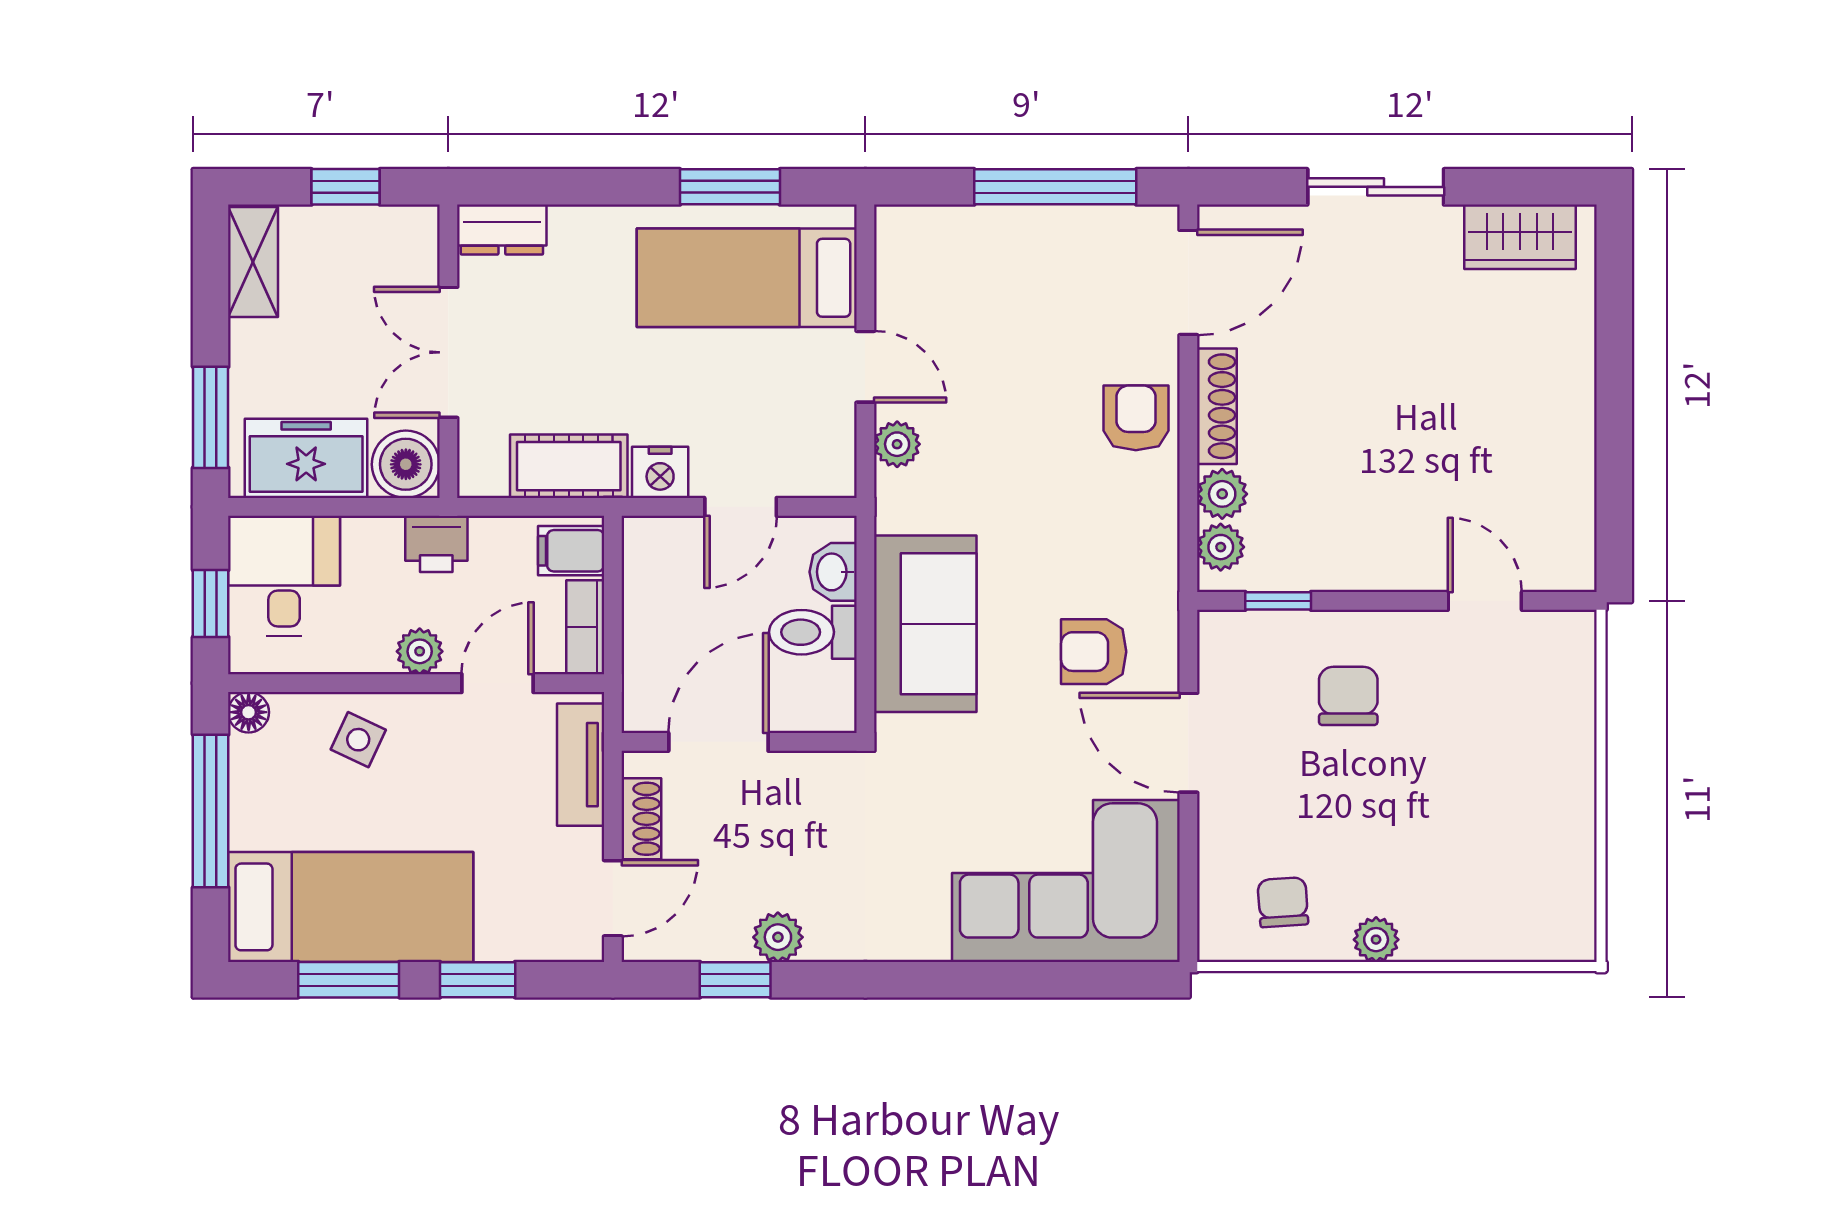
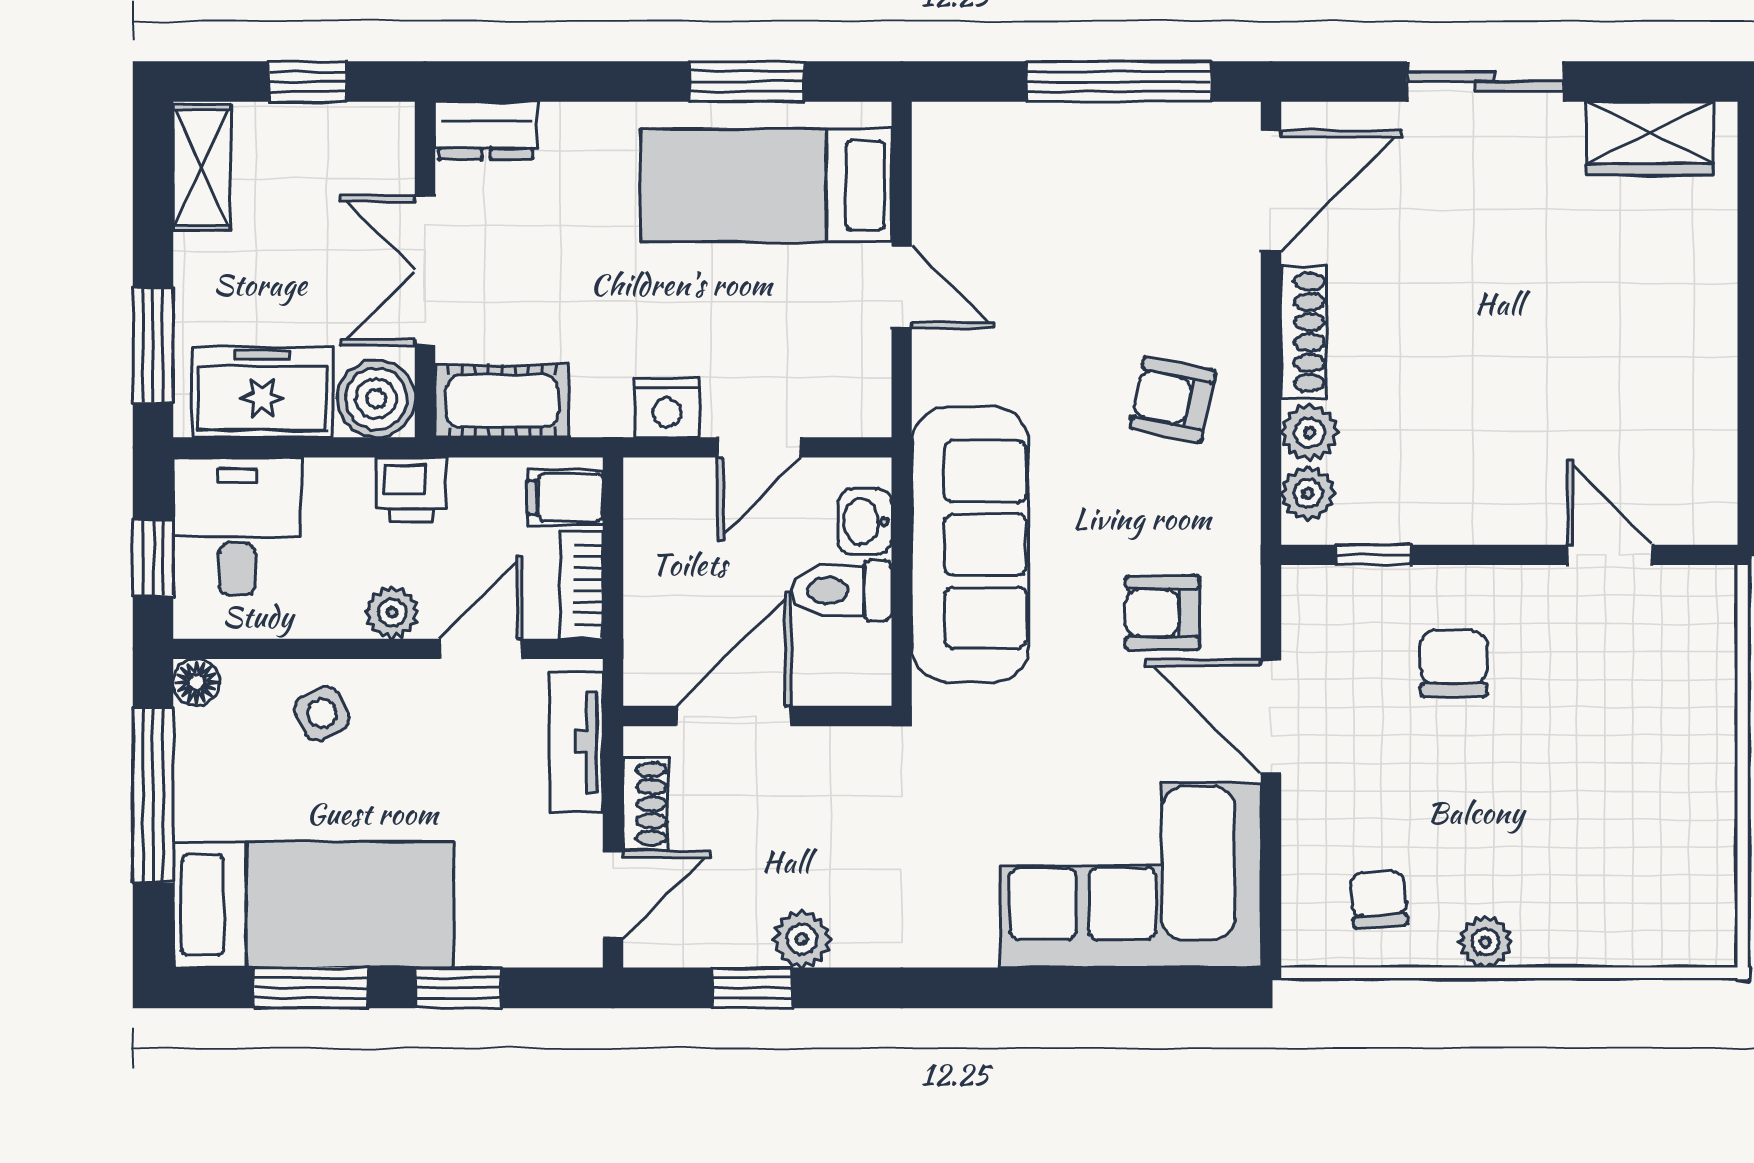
armchair: (1136, 418) -> (1173, 400), moved, turned -78
plant: (897, 444) -> (938, 376), removed
cot: (569, 466) -> (502, 401), moved
sofa: (925, 624) -> (970, 545), width x1.36
side table: (358, 740) -> (322, 713), turned 38

